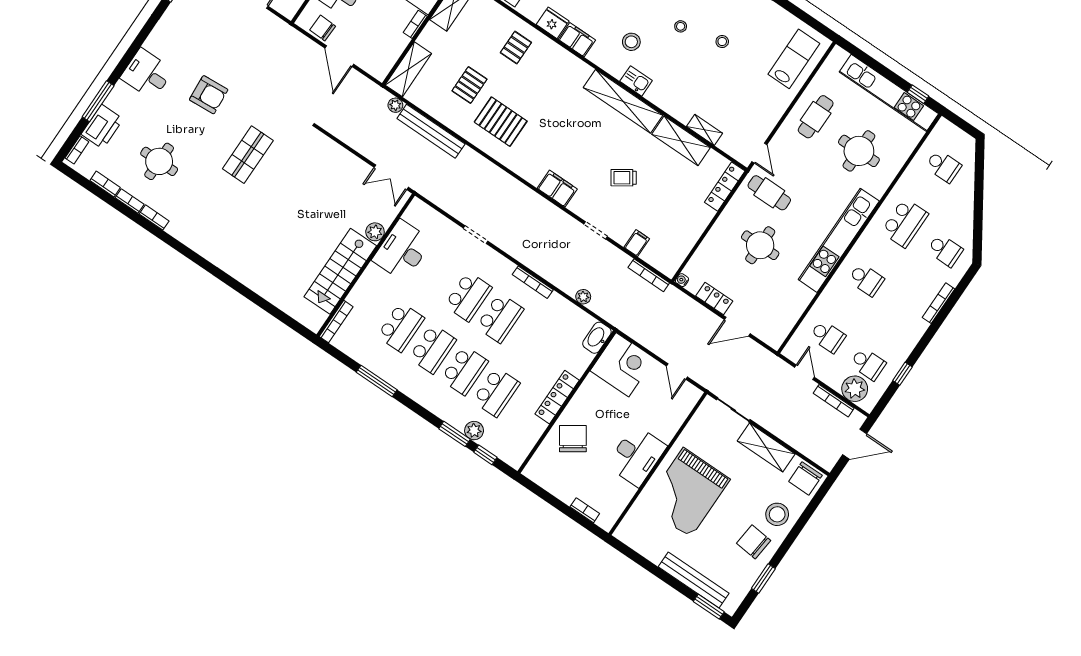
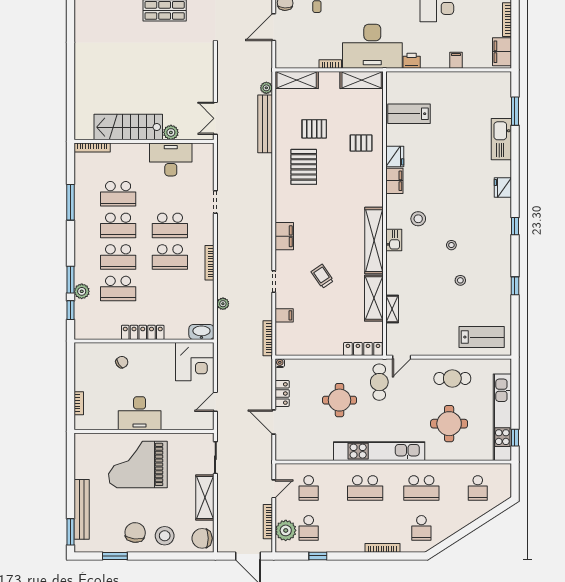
school desk: (866, 280) -> (365, 488), width x1.85
chair: (573, 439) -> (122, 362), width x0.54, depth x0.54

